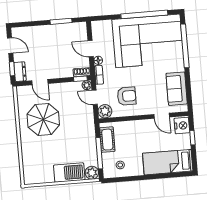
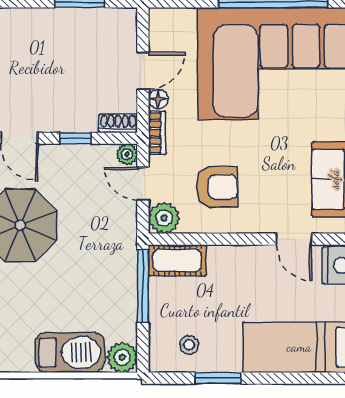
door: (91, 49) -> (143, 71), swing flipped
window: (80, 79) -> (75, 138), moved
cot: (107, 140) -> (177, 260), moved, turned 90
window: (99, 153) -> (143, 286), moved
window: (134, 178) -> (218, 378), added

